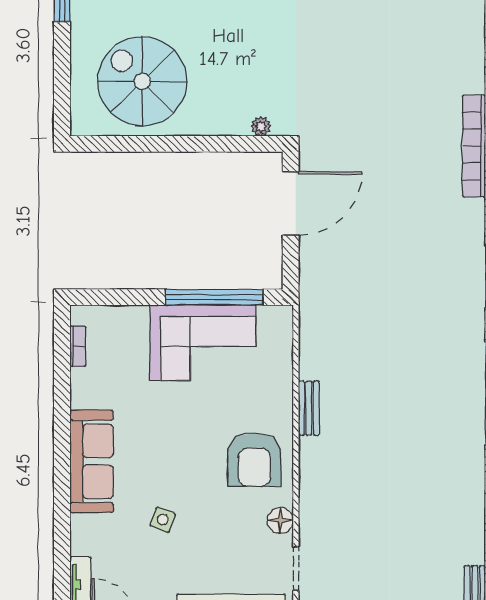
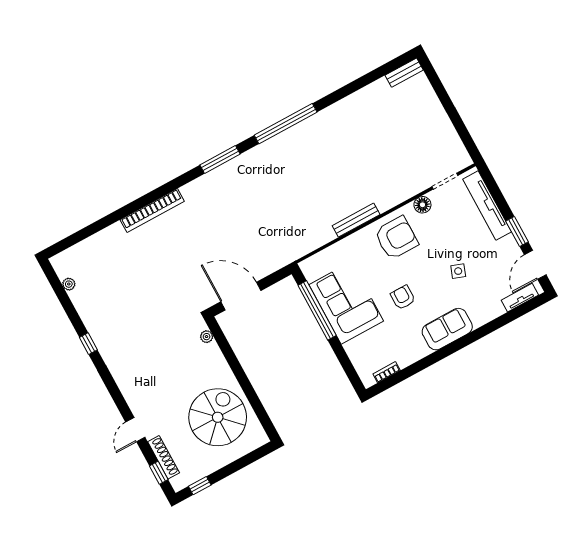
spiral stairs: (142, 81) -> (218, 417), turned 180
bench: (309, 408) -> (356, 220), width x1.36
armchair: (168, 424) -> (403, 297), added
sofa: (92, 461) -> (447, 329), width x0.73

